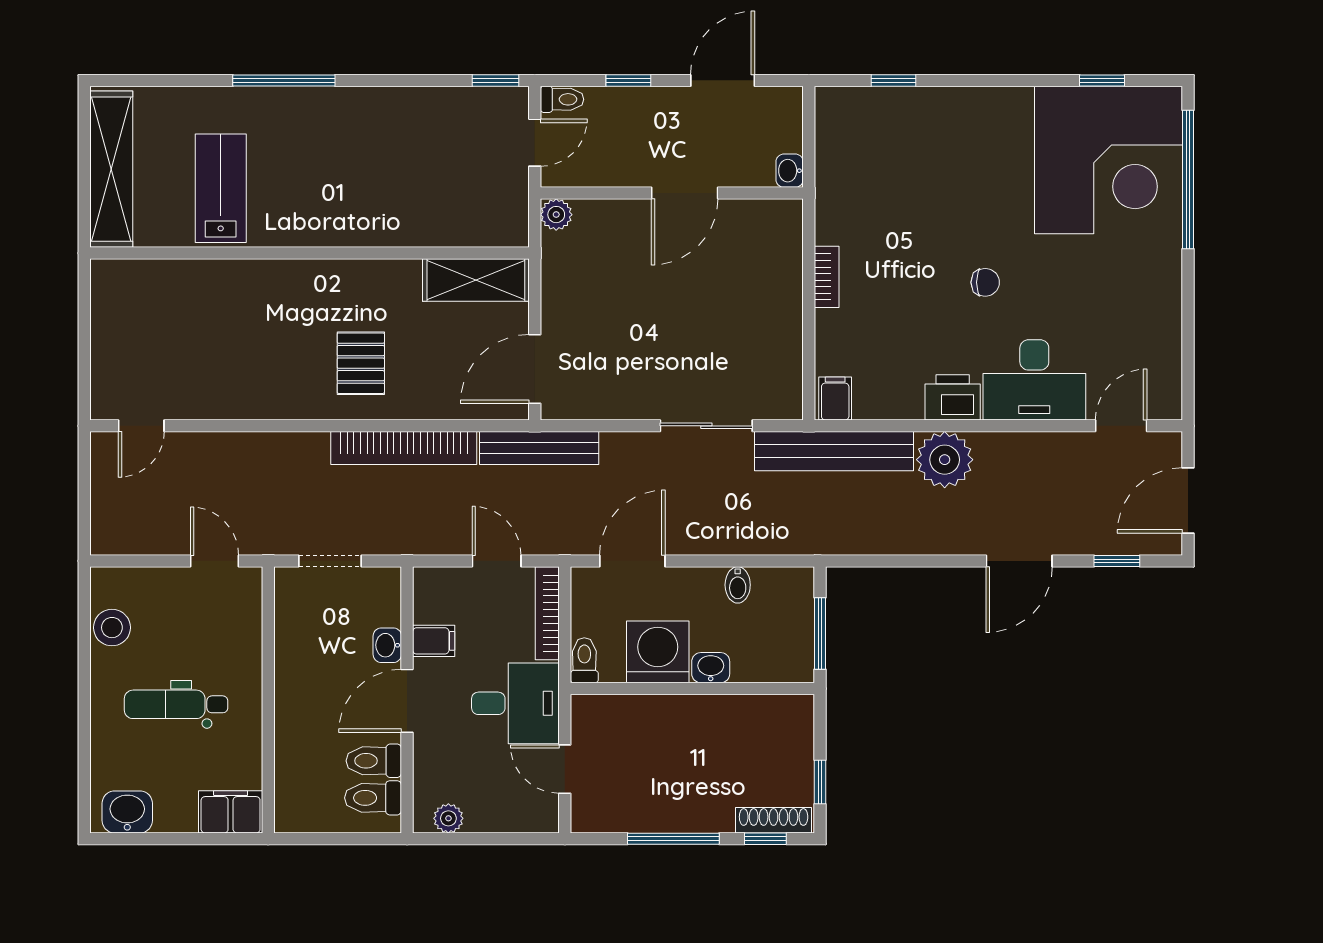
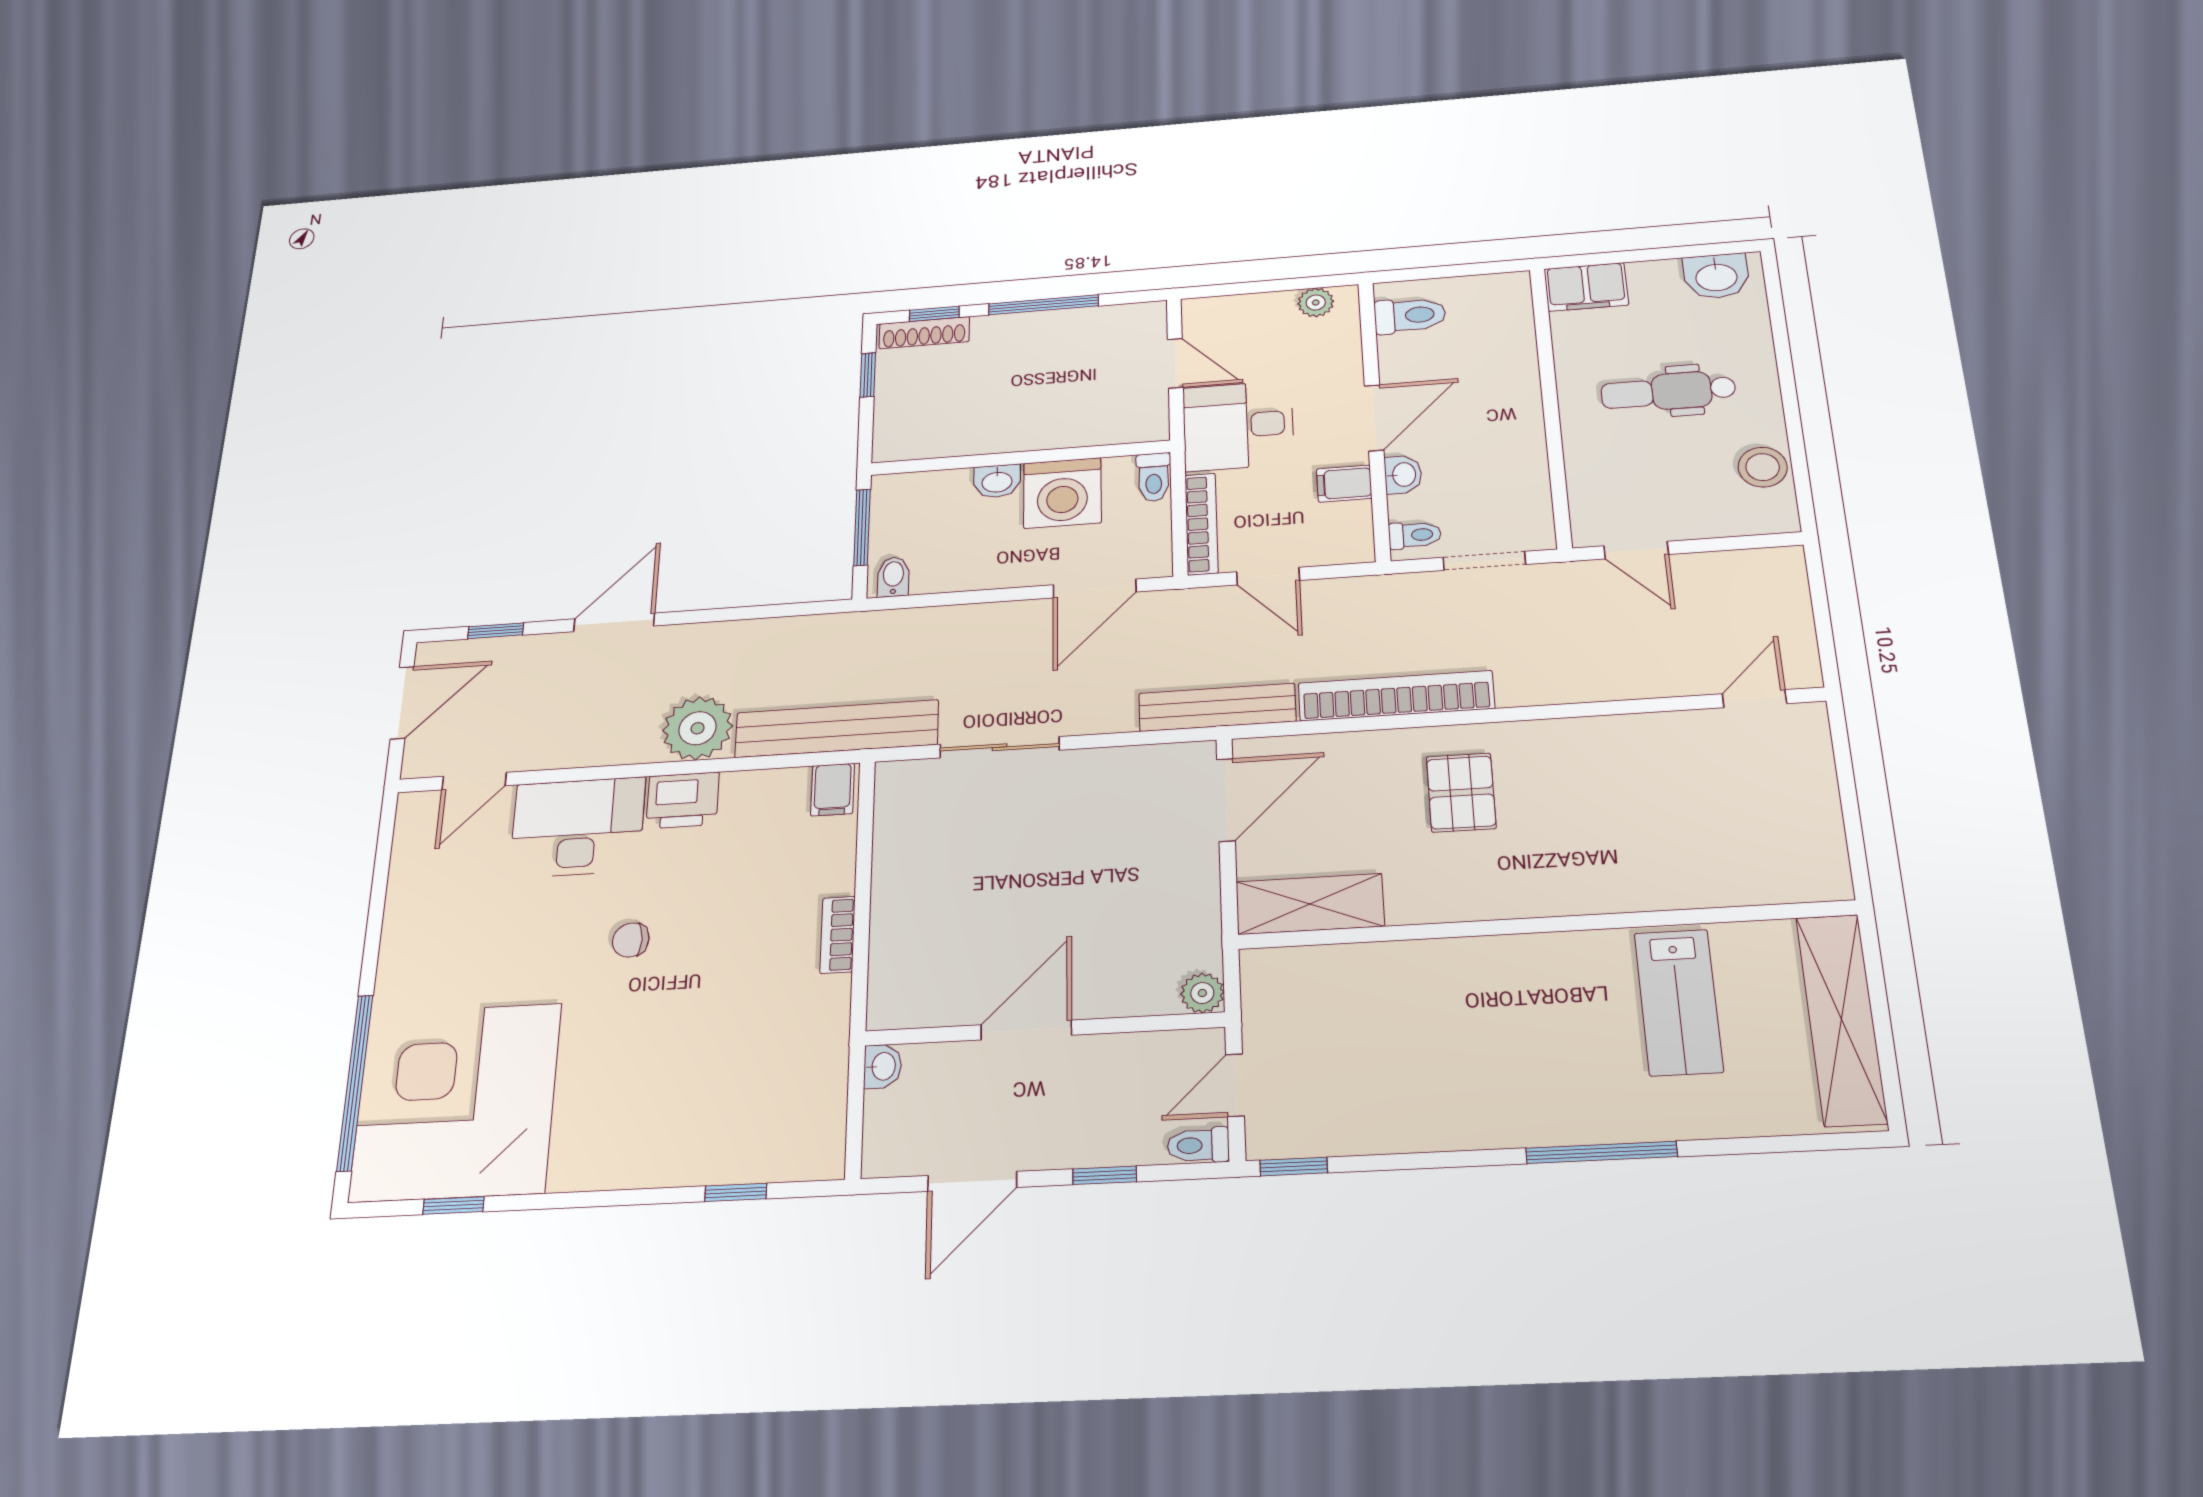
bidet: (738, 585) -> (893, 577), moved
dental chair: (176, 704) -> (1668, 392), turned 180
toilet: (374, 761) -> (1415, 535), moved, width x0.73, depth x0.72

